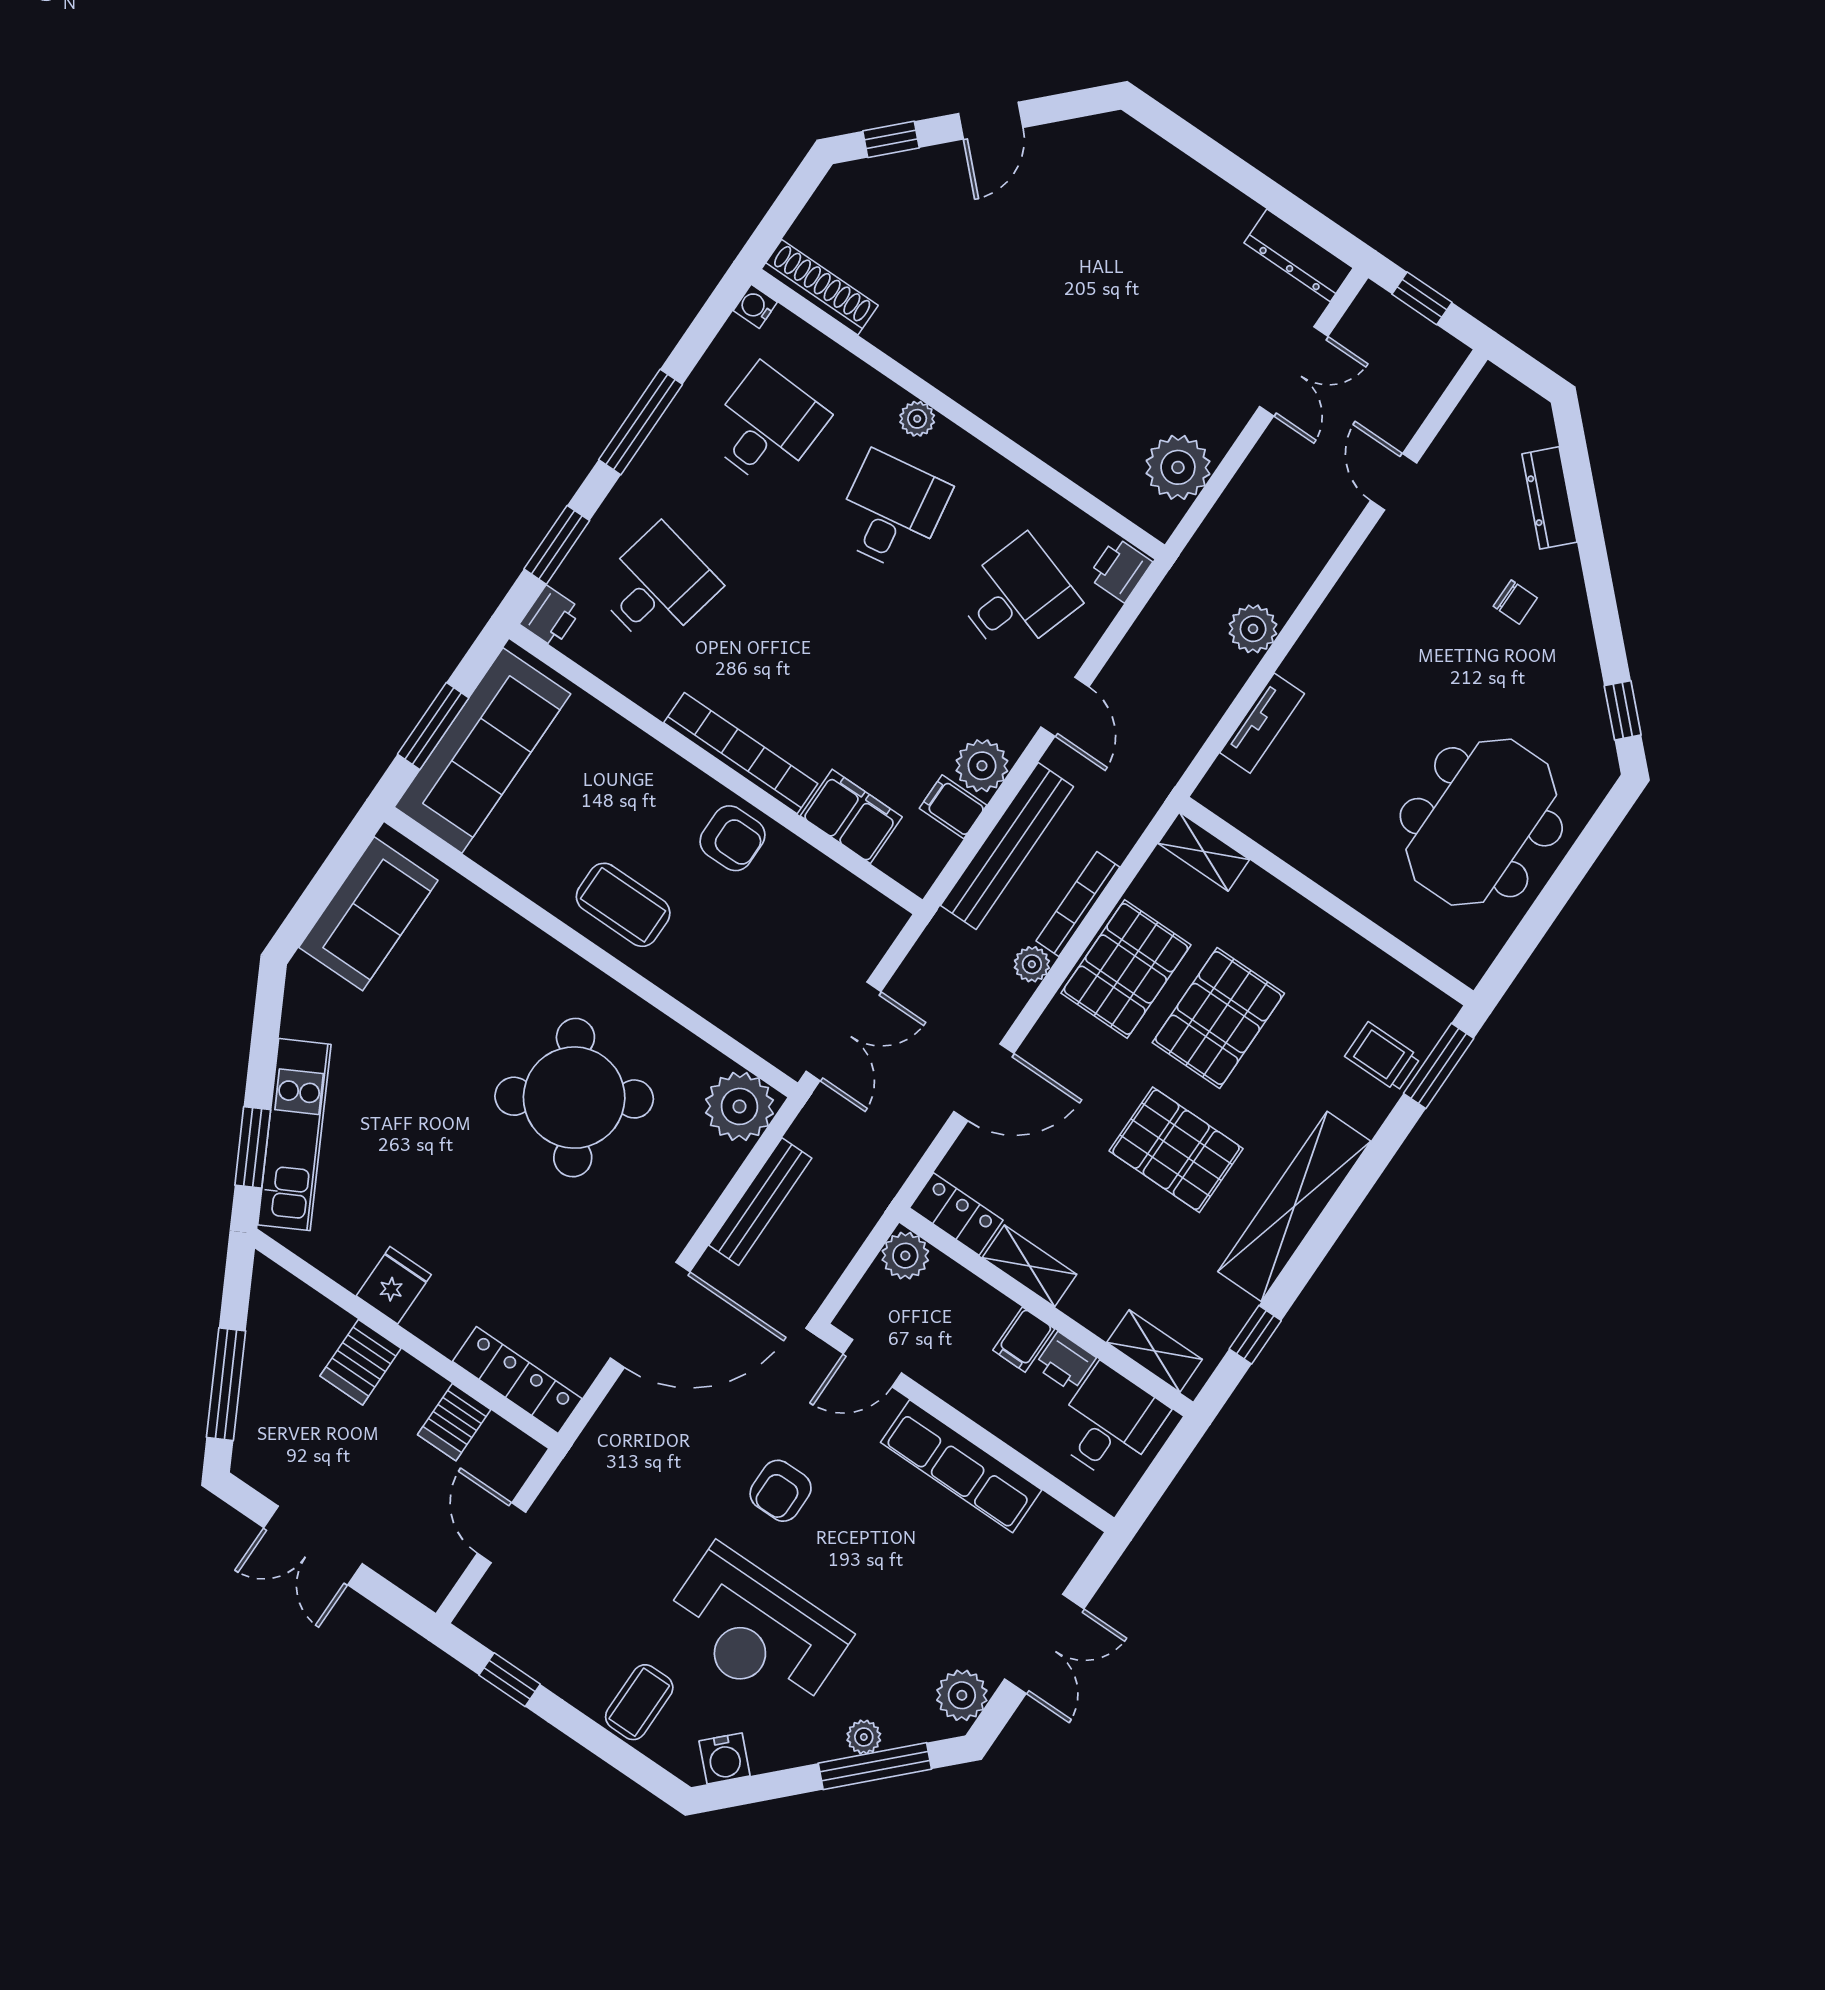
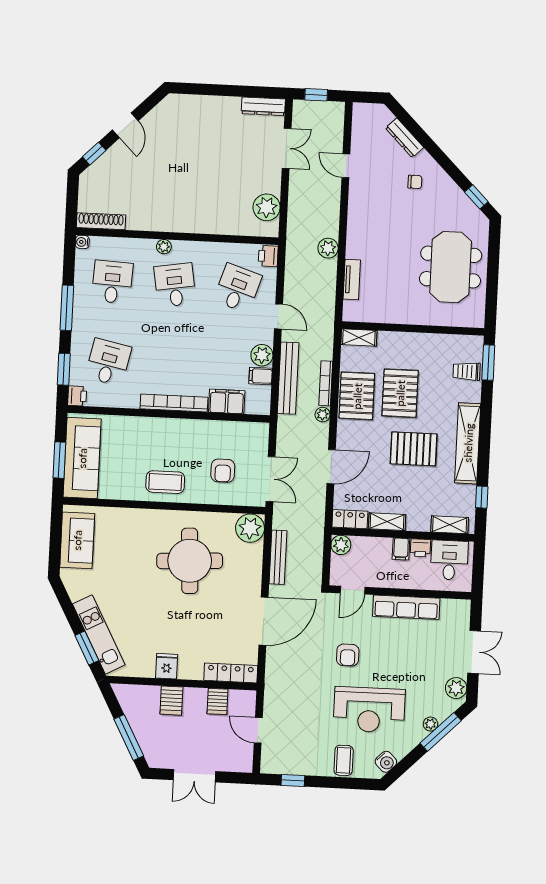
armchair: (732, 838) -> (223, 471), moved, turned 90
round table: (574, 1098) -> (190, 561), turned 30

